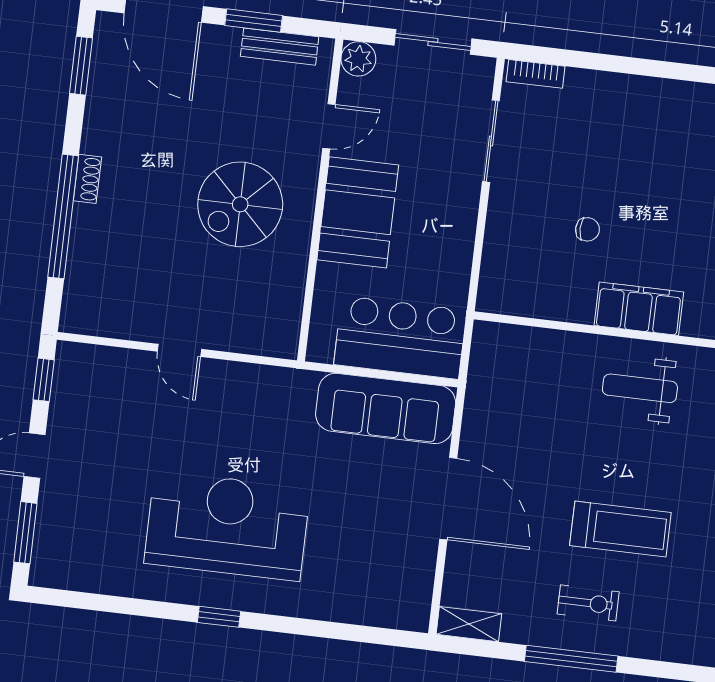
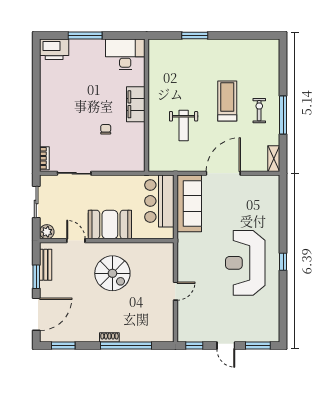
weight bench: (640, 388) -> (184, 125), moved

